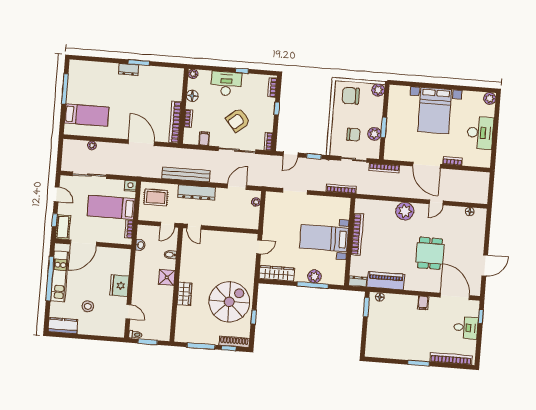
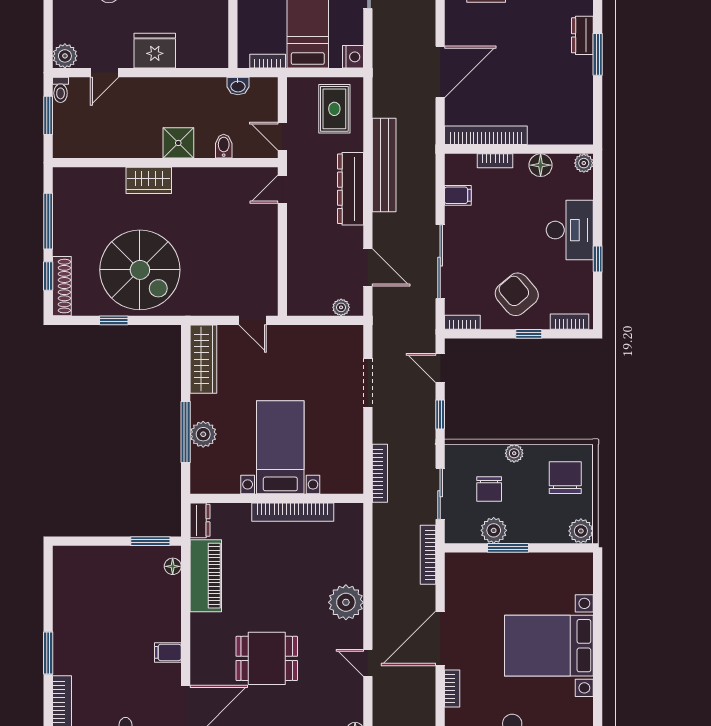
armchair: (238, 120) -> (517, 294), moved
plant: (336, 120) -> (514, 453), added
plant: (118, 331) -> (65, 56), added

